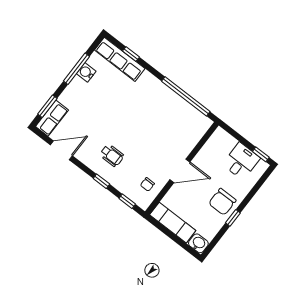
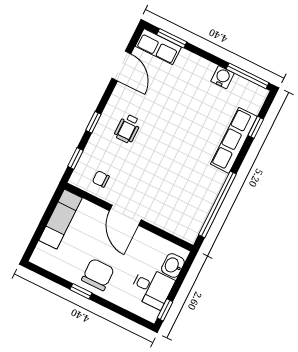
row of seats: (120, 59) -> (234, 140), moved
window: (76, 69) -> (247, 76), moved
chair: (222, 202) -> (98, 275), turned 90
washbasin: (198, 243) -> (173, 265), moved, turned 180

